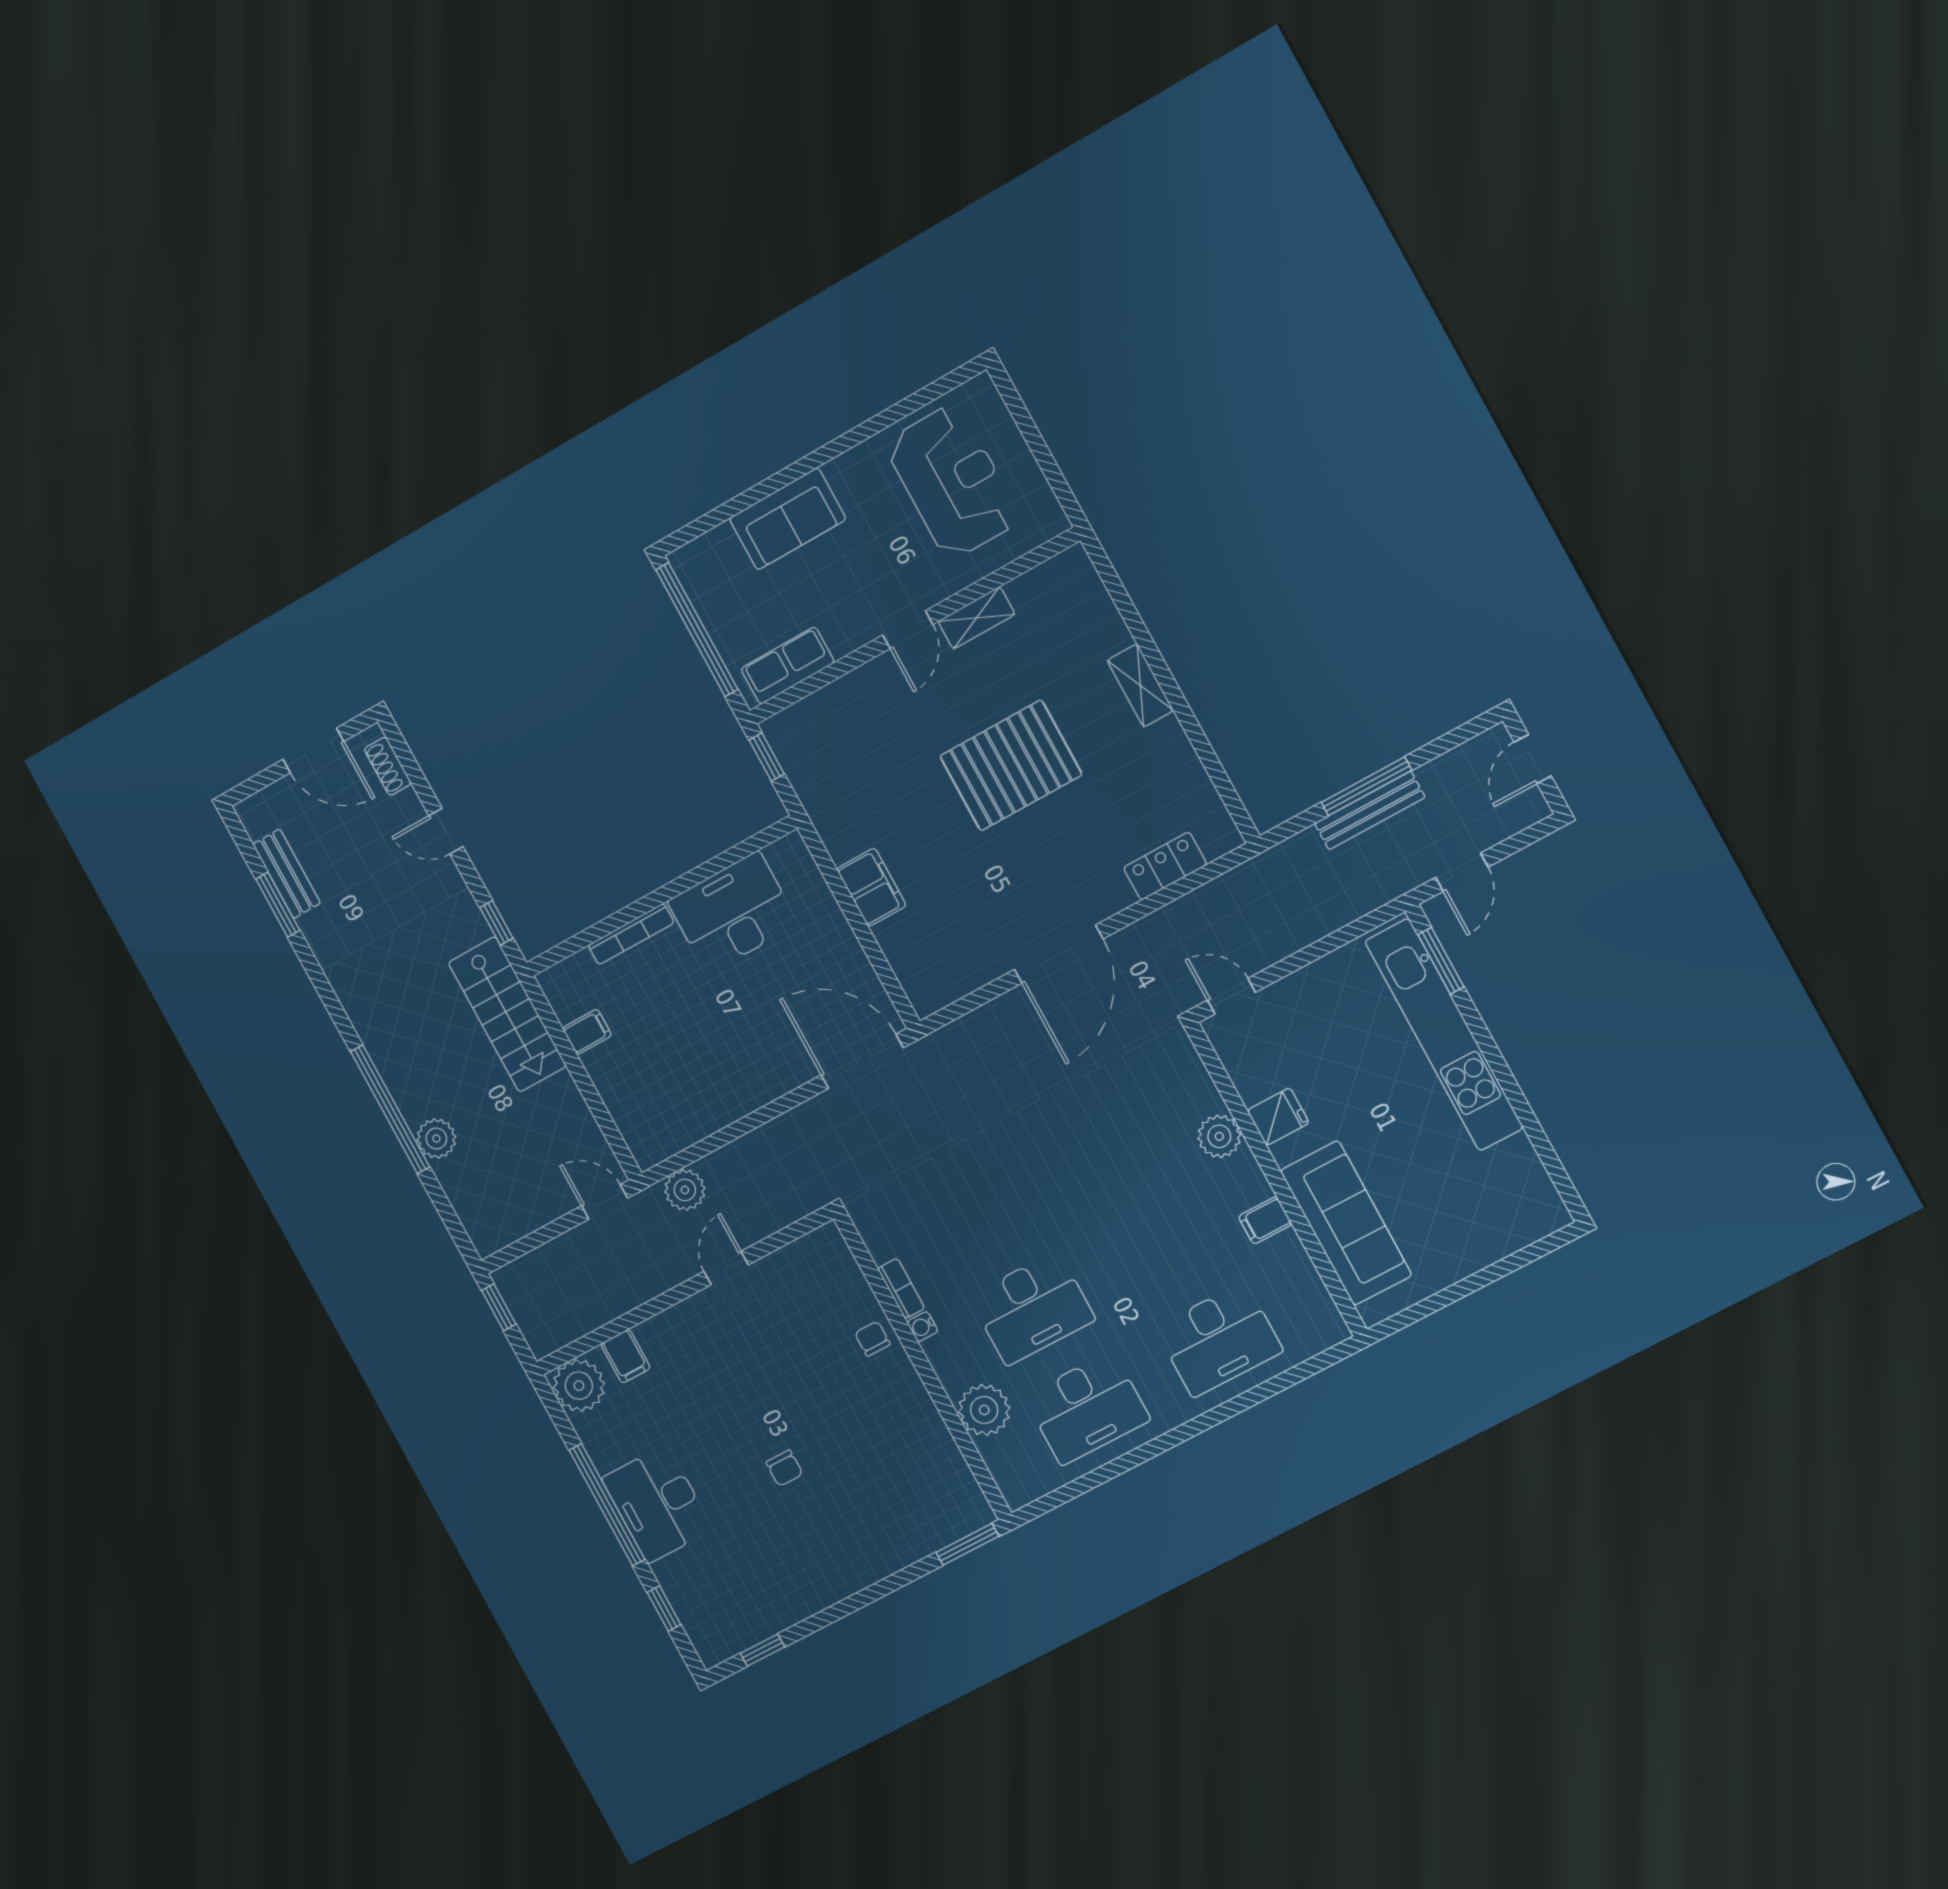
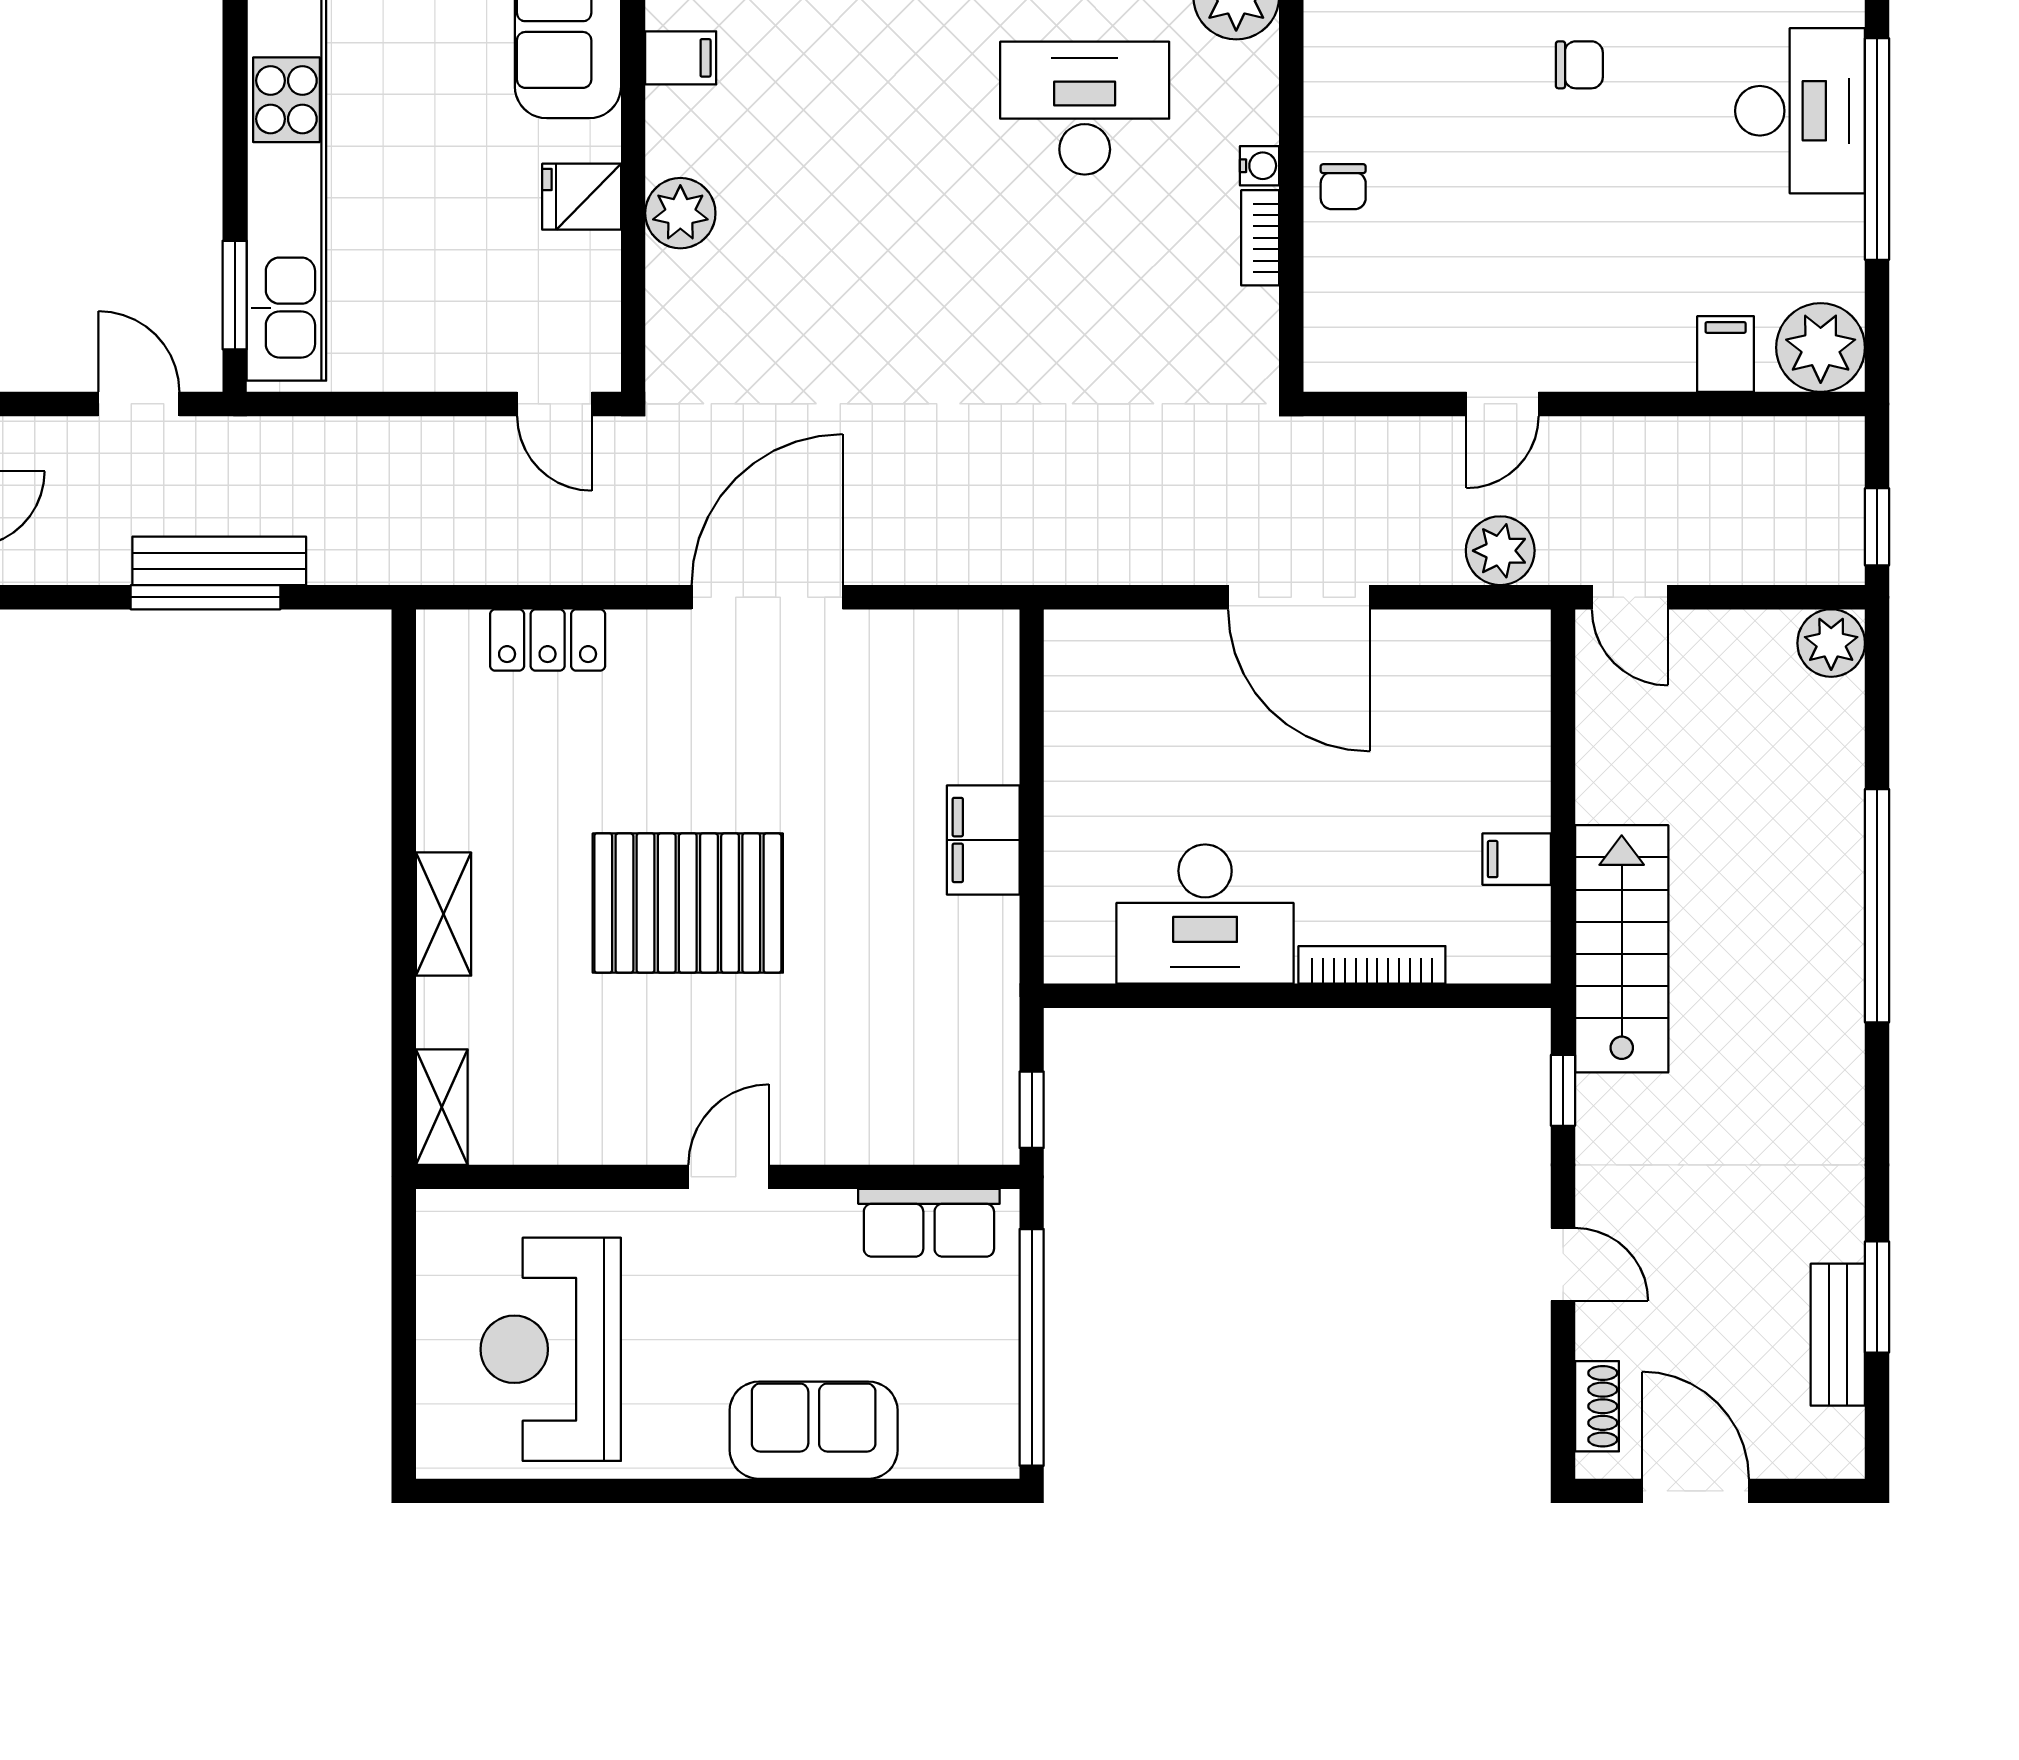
shelving: (976, 618) -> (442, 1107), moved, turned 90
door: (1462, 872) -> (139, 404), hinge flipped
door: (862, 1061) -> (1299, 597), moved
plant: (436, 1139) -> (1831, 643), moved
chair: (784, 1468) -> (1579, 65), turned 90

